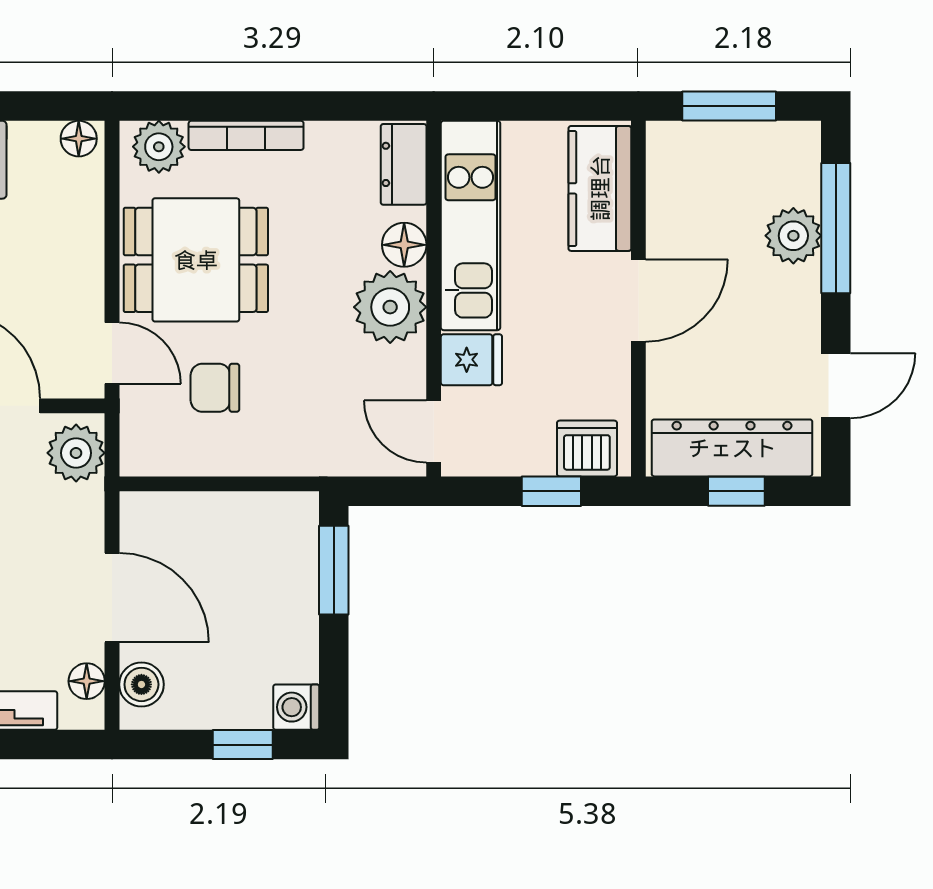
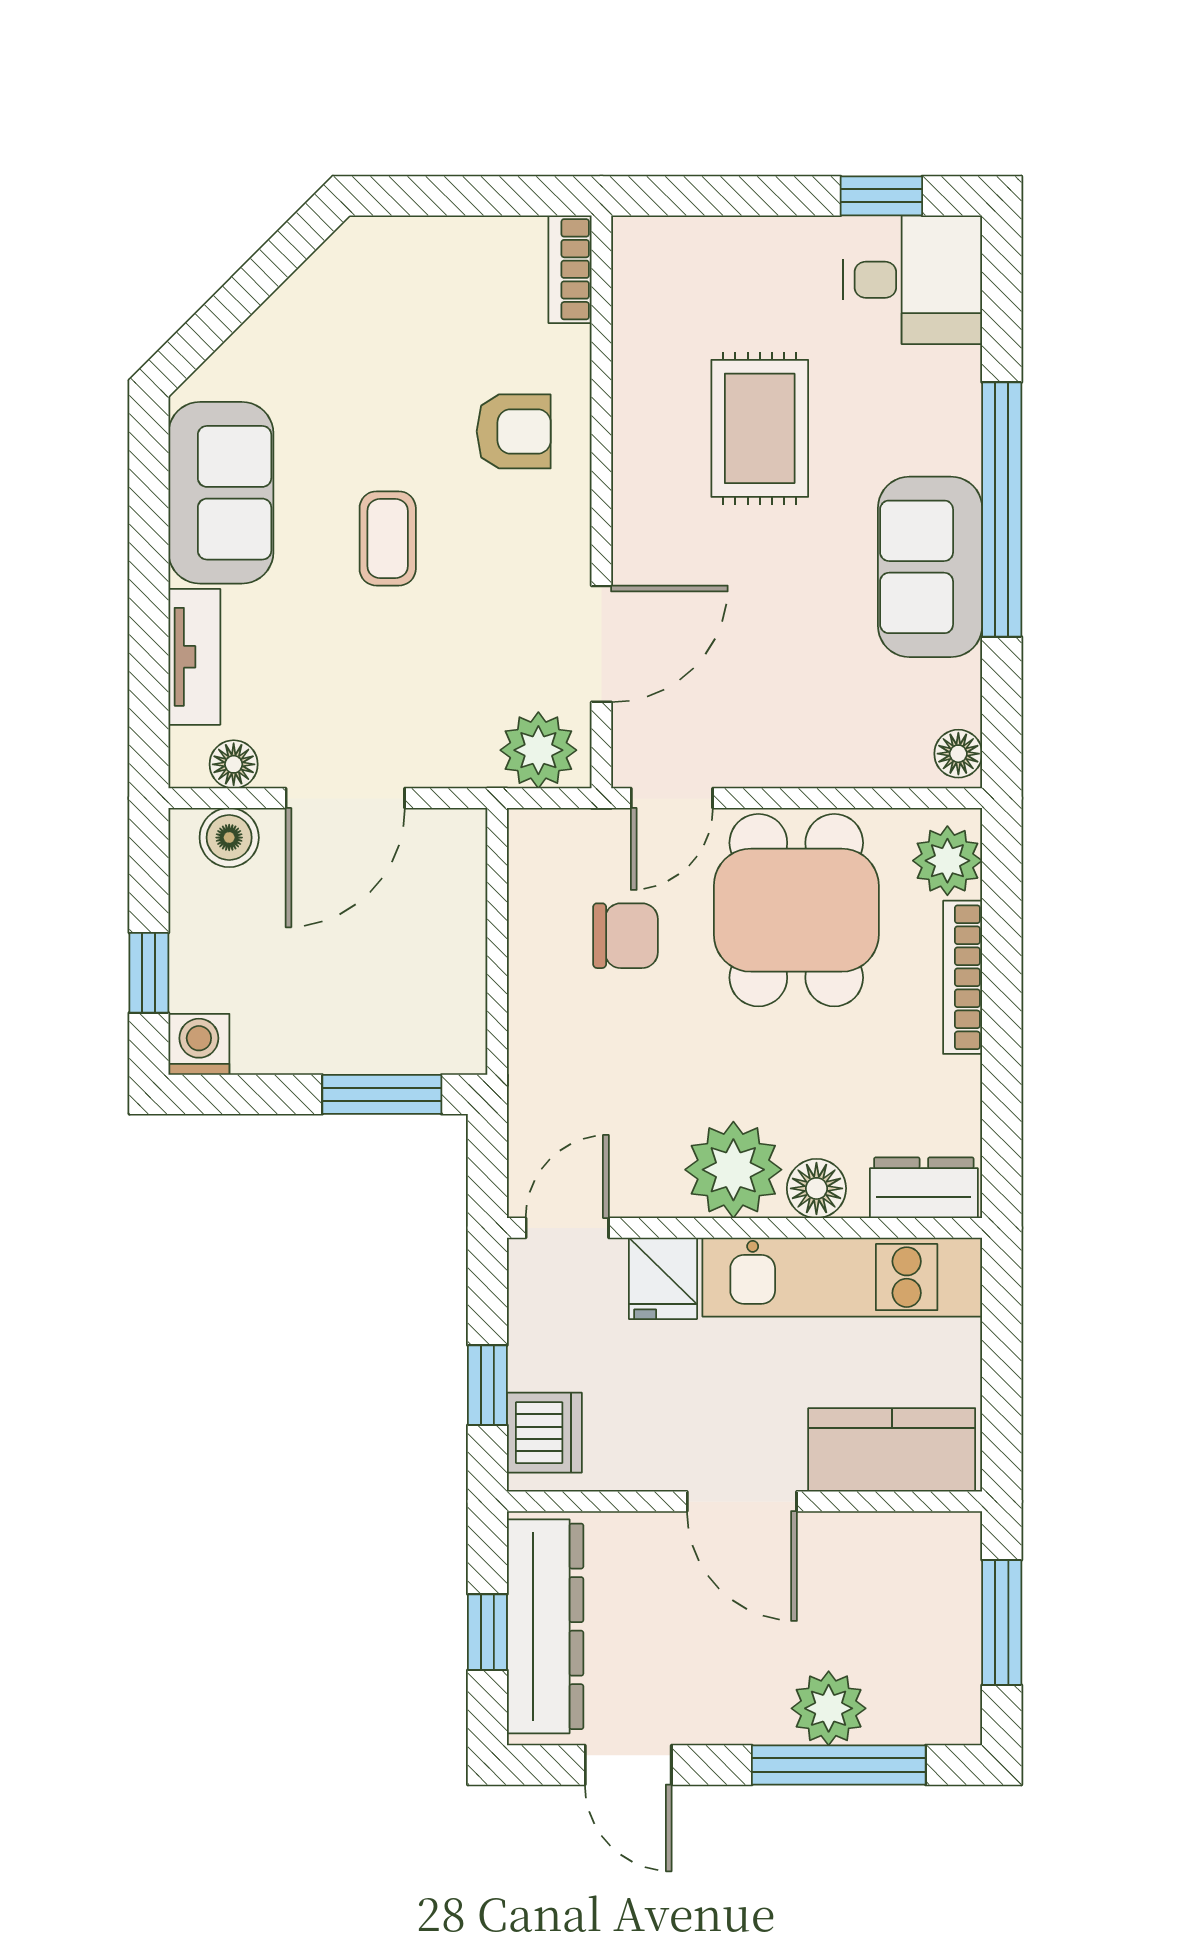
chair: (215, 388) -> (626, 936), turned 90

